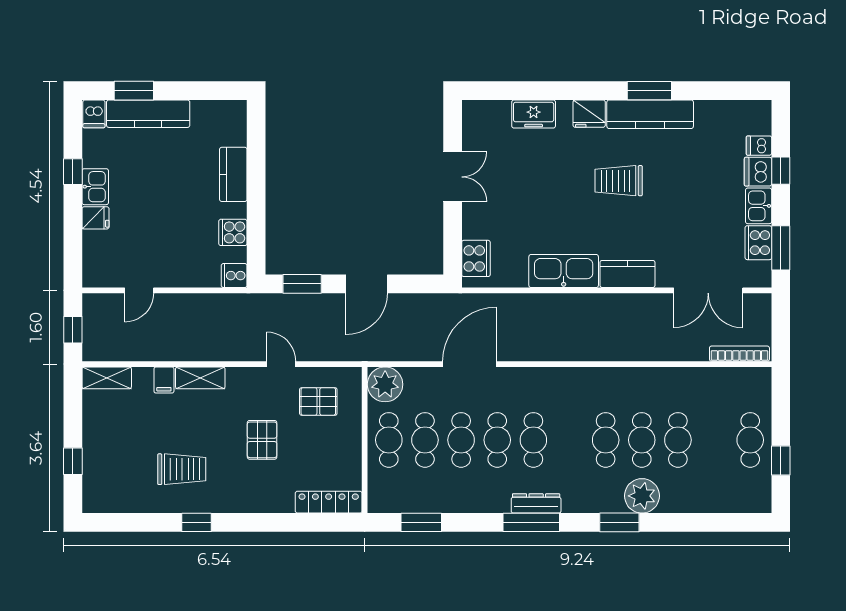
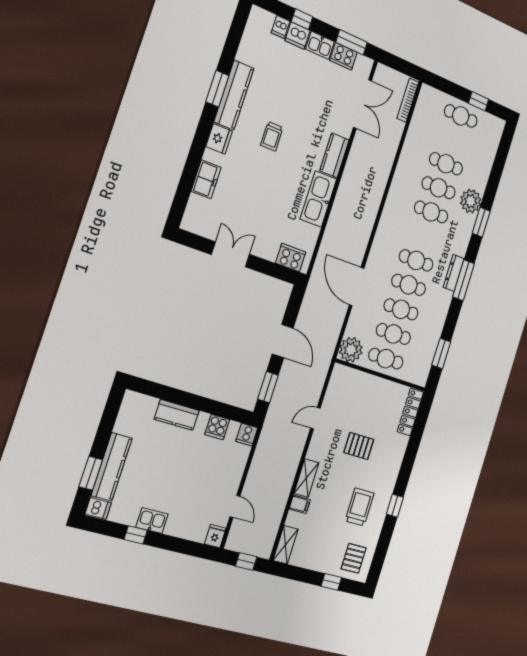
trolley: (619, 181) -> (272, 136), width x0.73, depth x0.72
fridge: (96, 218) -> (215, 536), moved
pallet: (318, 401) -> (354, 558), moved

